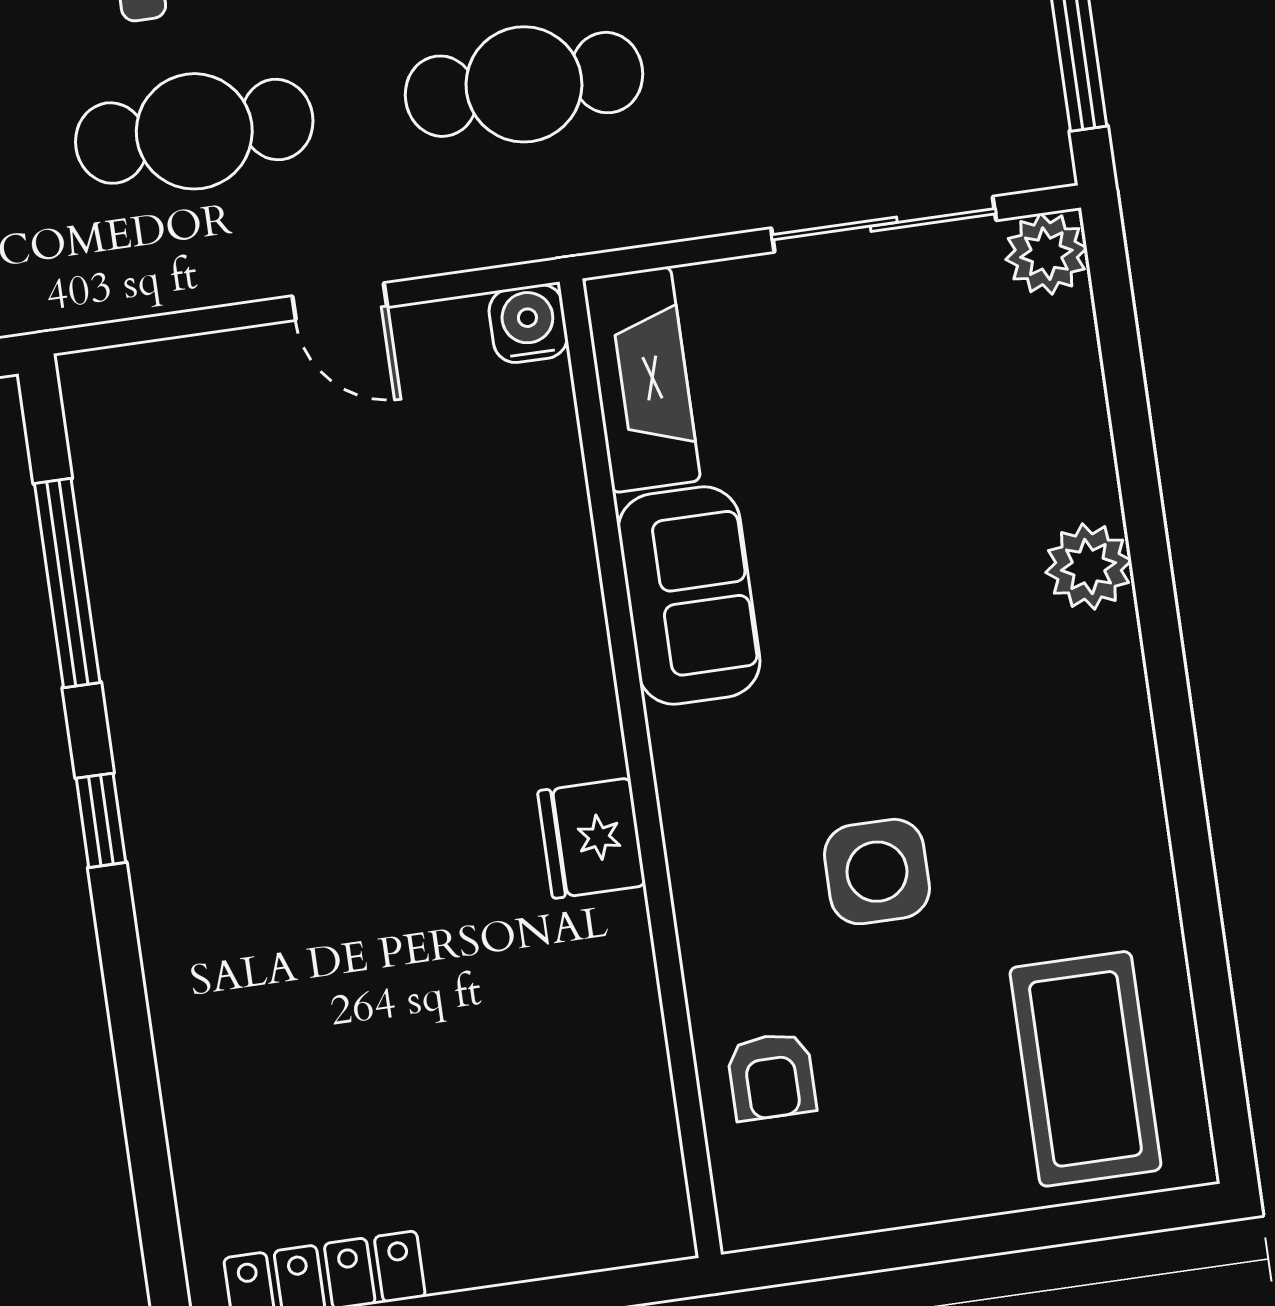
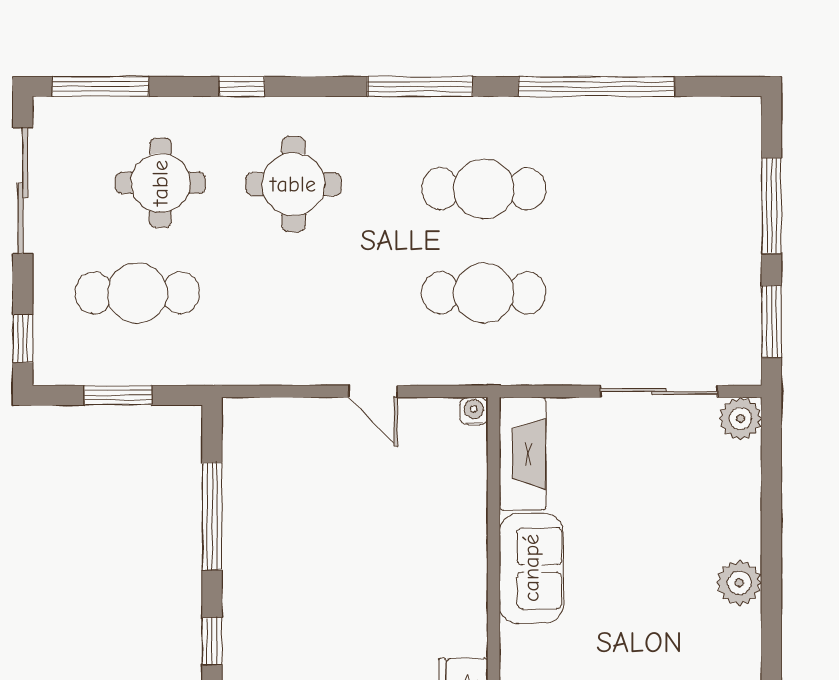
cafe table: (194, 131) -> (310, 293), removed
water cooler: (528, 324) -> (474, 411), width x0.72, depth x0.72

